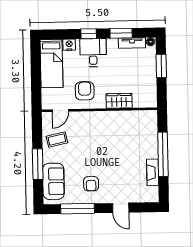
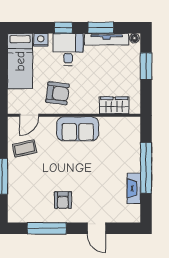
tv unit: (132, 43) -> (107, 39), width x1.41
armchair: (85, 91) -> (58, 93), turned 97
wardrobe: (119, 101) -> (114, 105), moved
sofa: (53, 181) -> (78, 129), moved, turned 90

